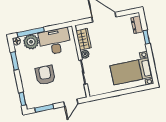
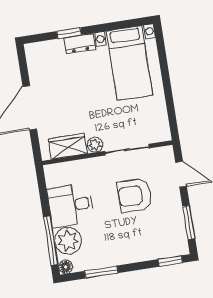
dresser: (137, 25) -> (80, 43), moved
desk: (55, 41) -> (71, 205), width x0.73
armchair: (45, 75) -> (135, 195), moved

